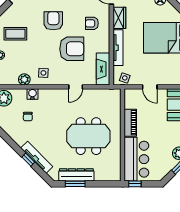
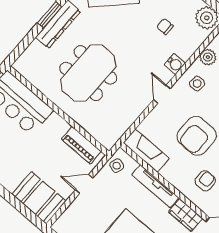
door: (76, 87) -> (162, 94), moved
water cooler: (32, 94) -> (175, 64), moved
piano: (130, 123) -> (81, 145), moved

